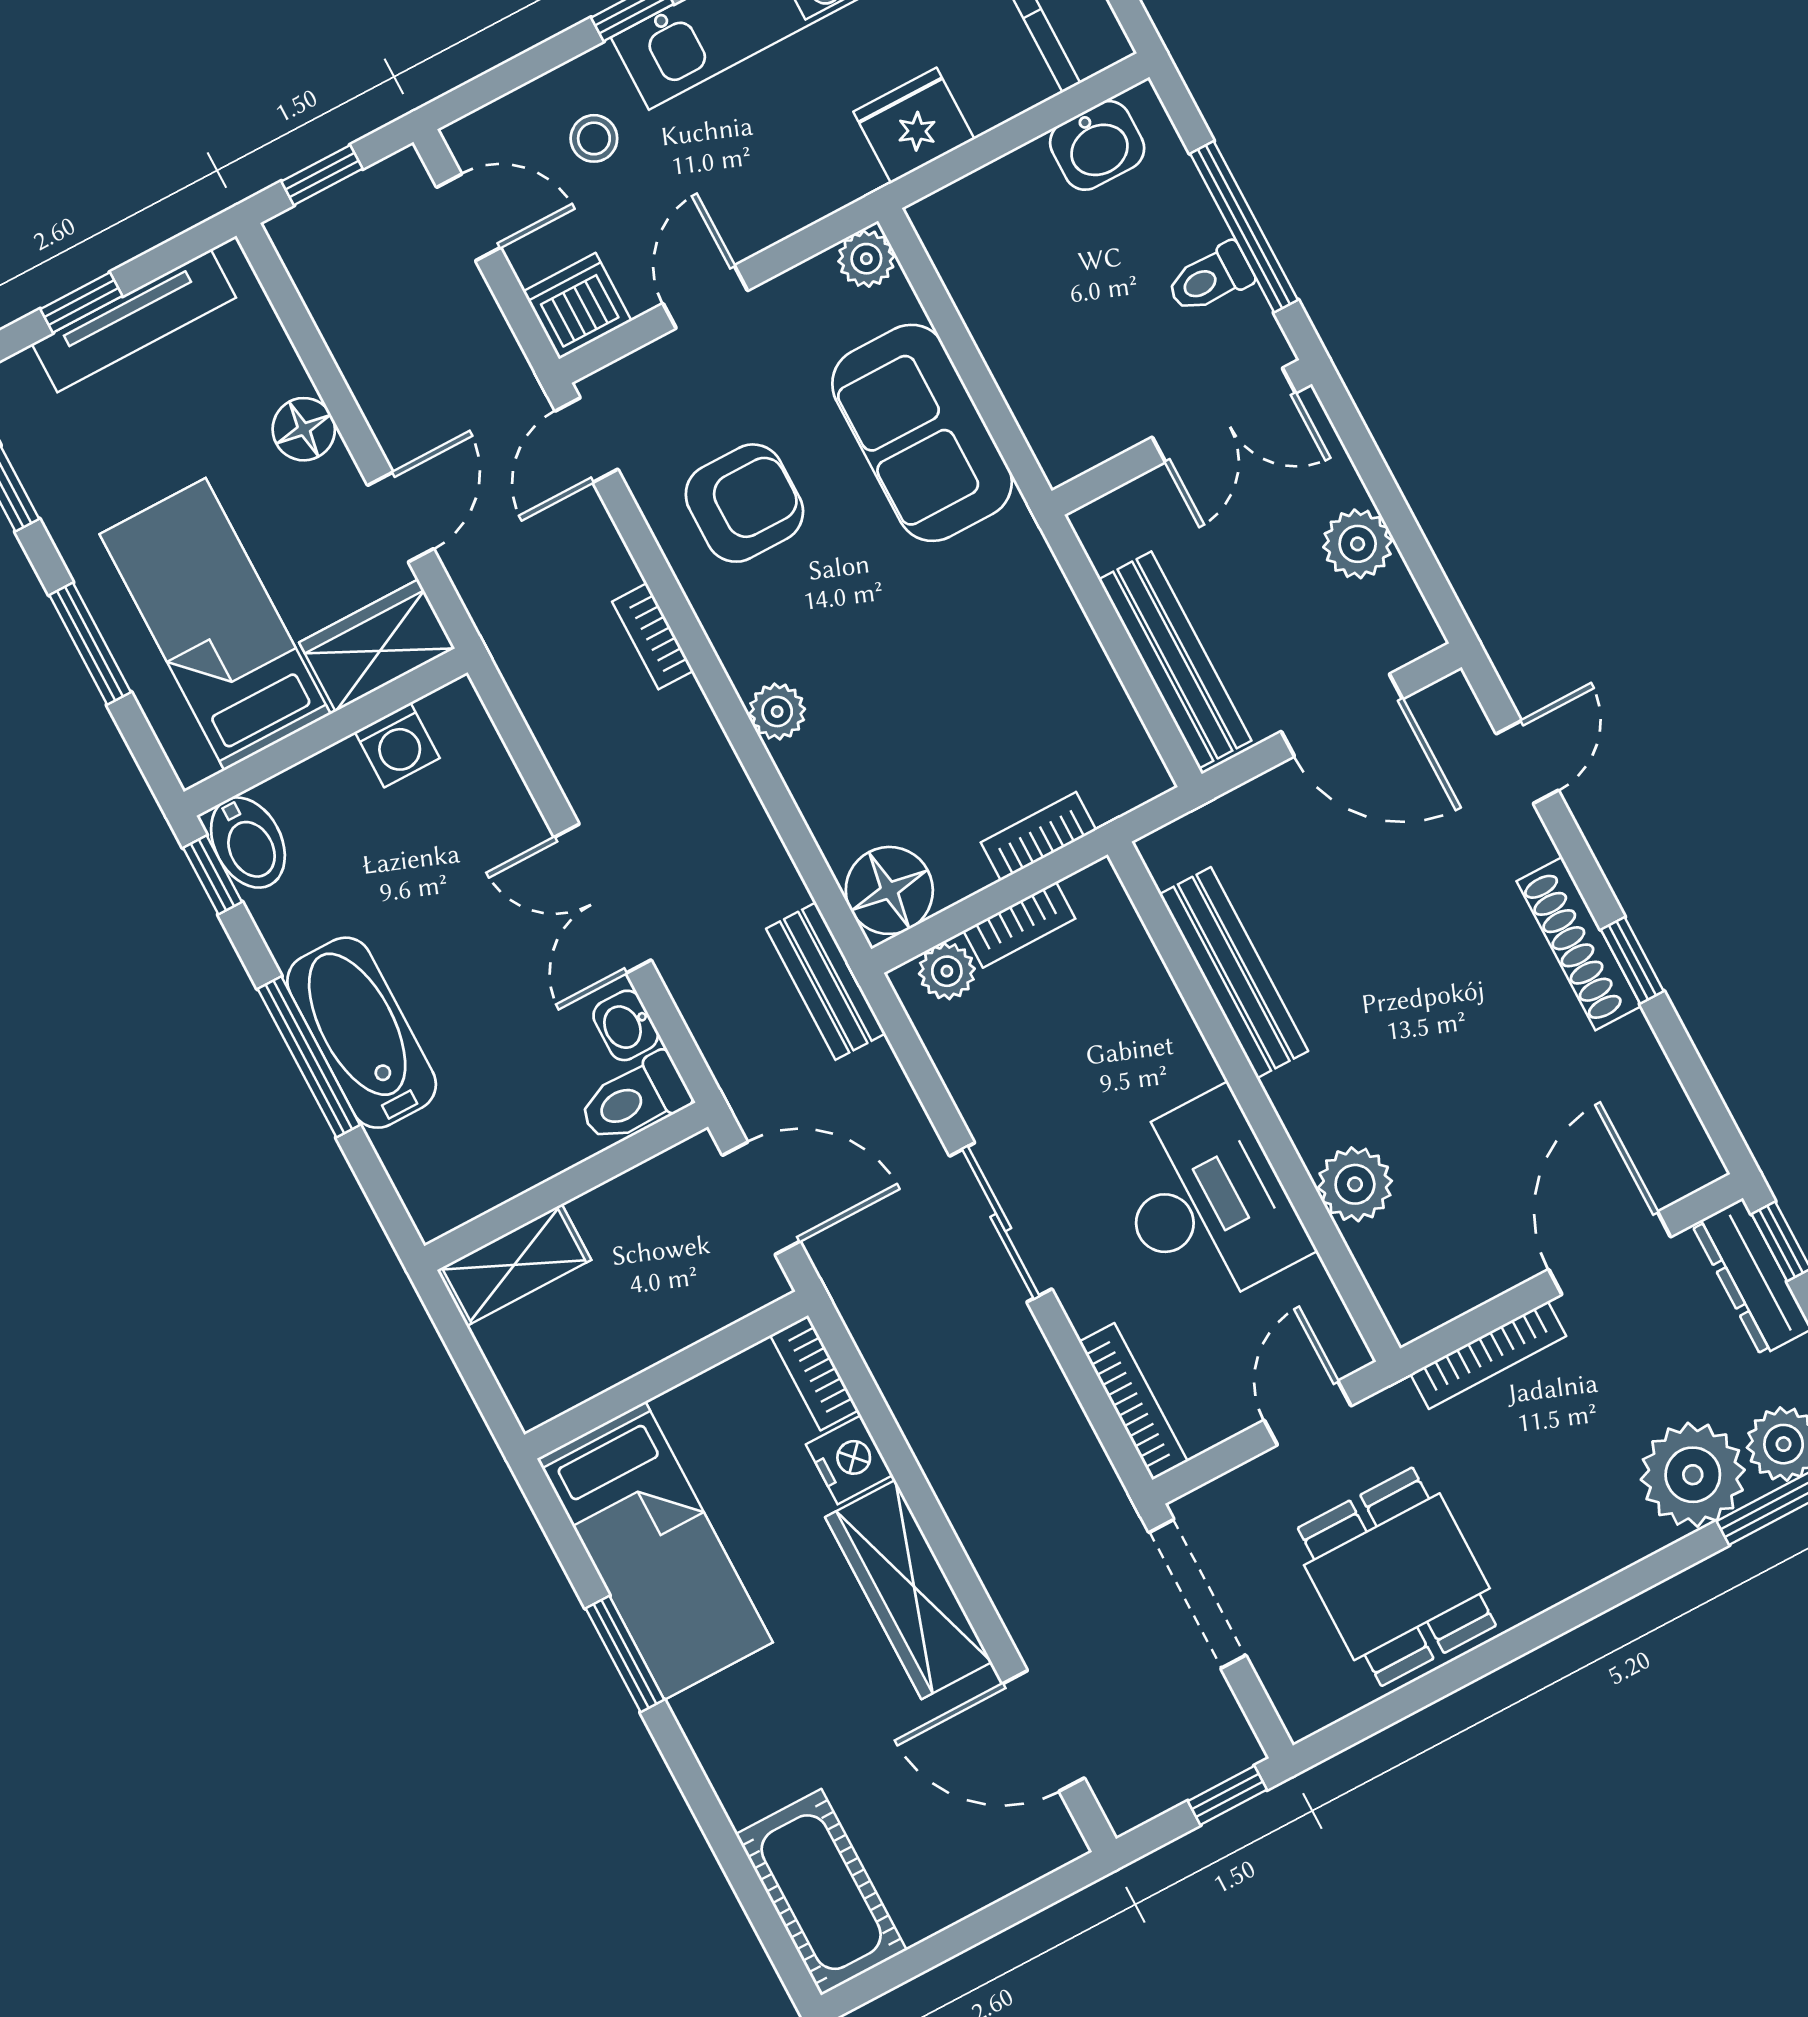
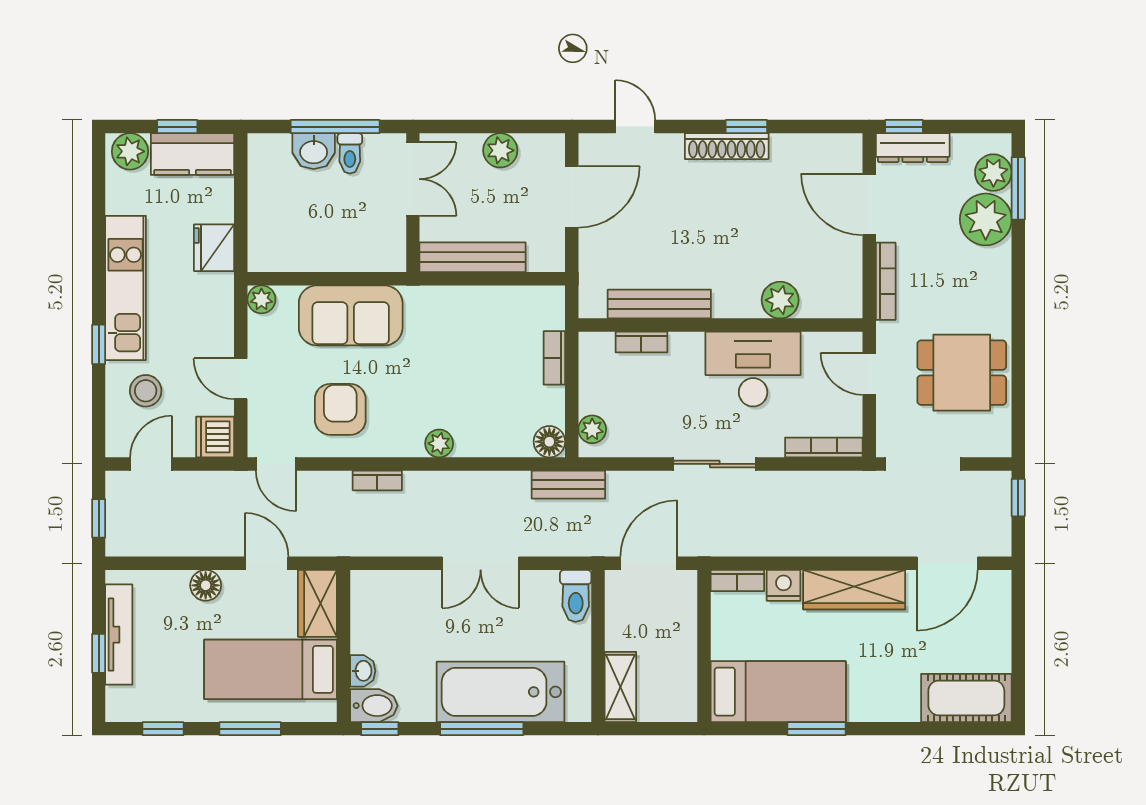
stool: (594, 138) -> (146, 391), width x1.37, depth x1.37
washbasin: (1097, 145) -> (314, 151), moved, turned 90
bench: (1175, 660) -> (473, 257), moved
washing machine: (397, 745) -> (366, 618), removed
floor lamp: (889, 890) -> (549, 442), width x0.73, depth x0.73
bookcase: (1019, 925) -> (641, 342), moved, turned 90
washbasin: (626, 1025) -> (363, 671), moved, turned -90
bathtub: (362, 1033) -> (500, 692), width x1.36, depth x1.36

